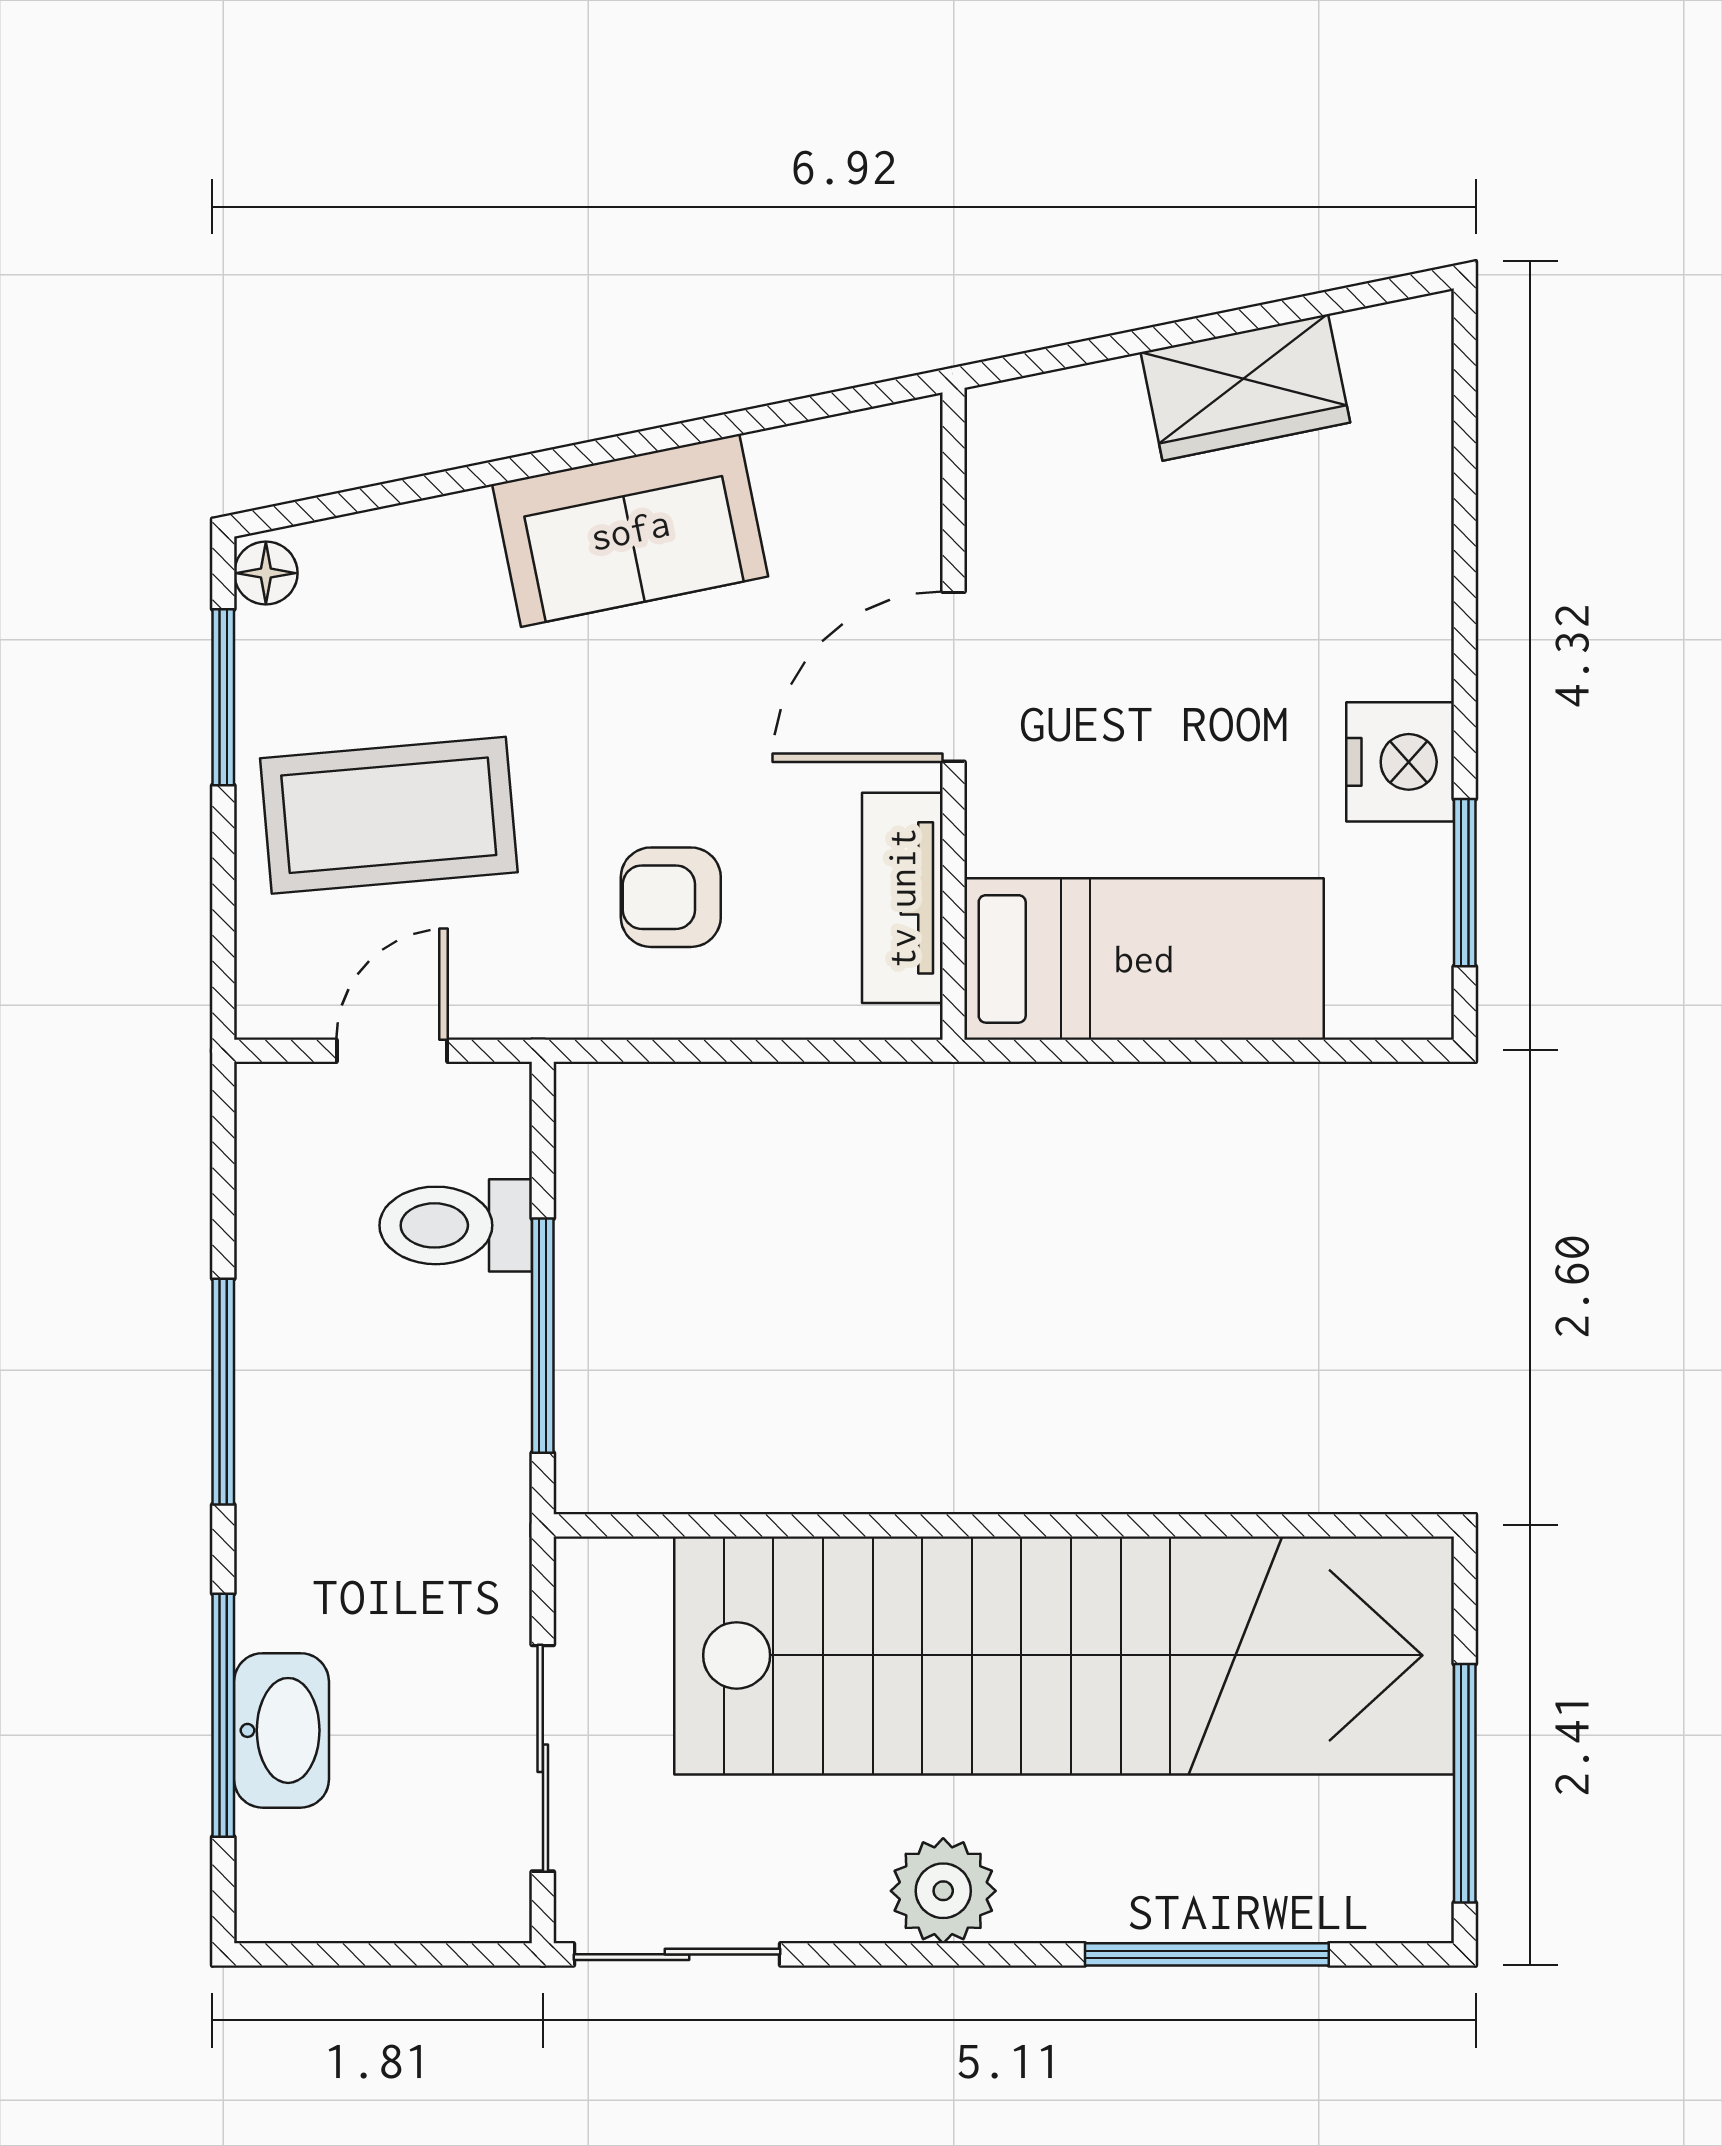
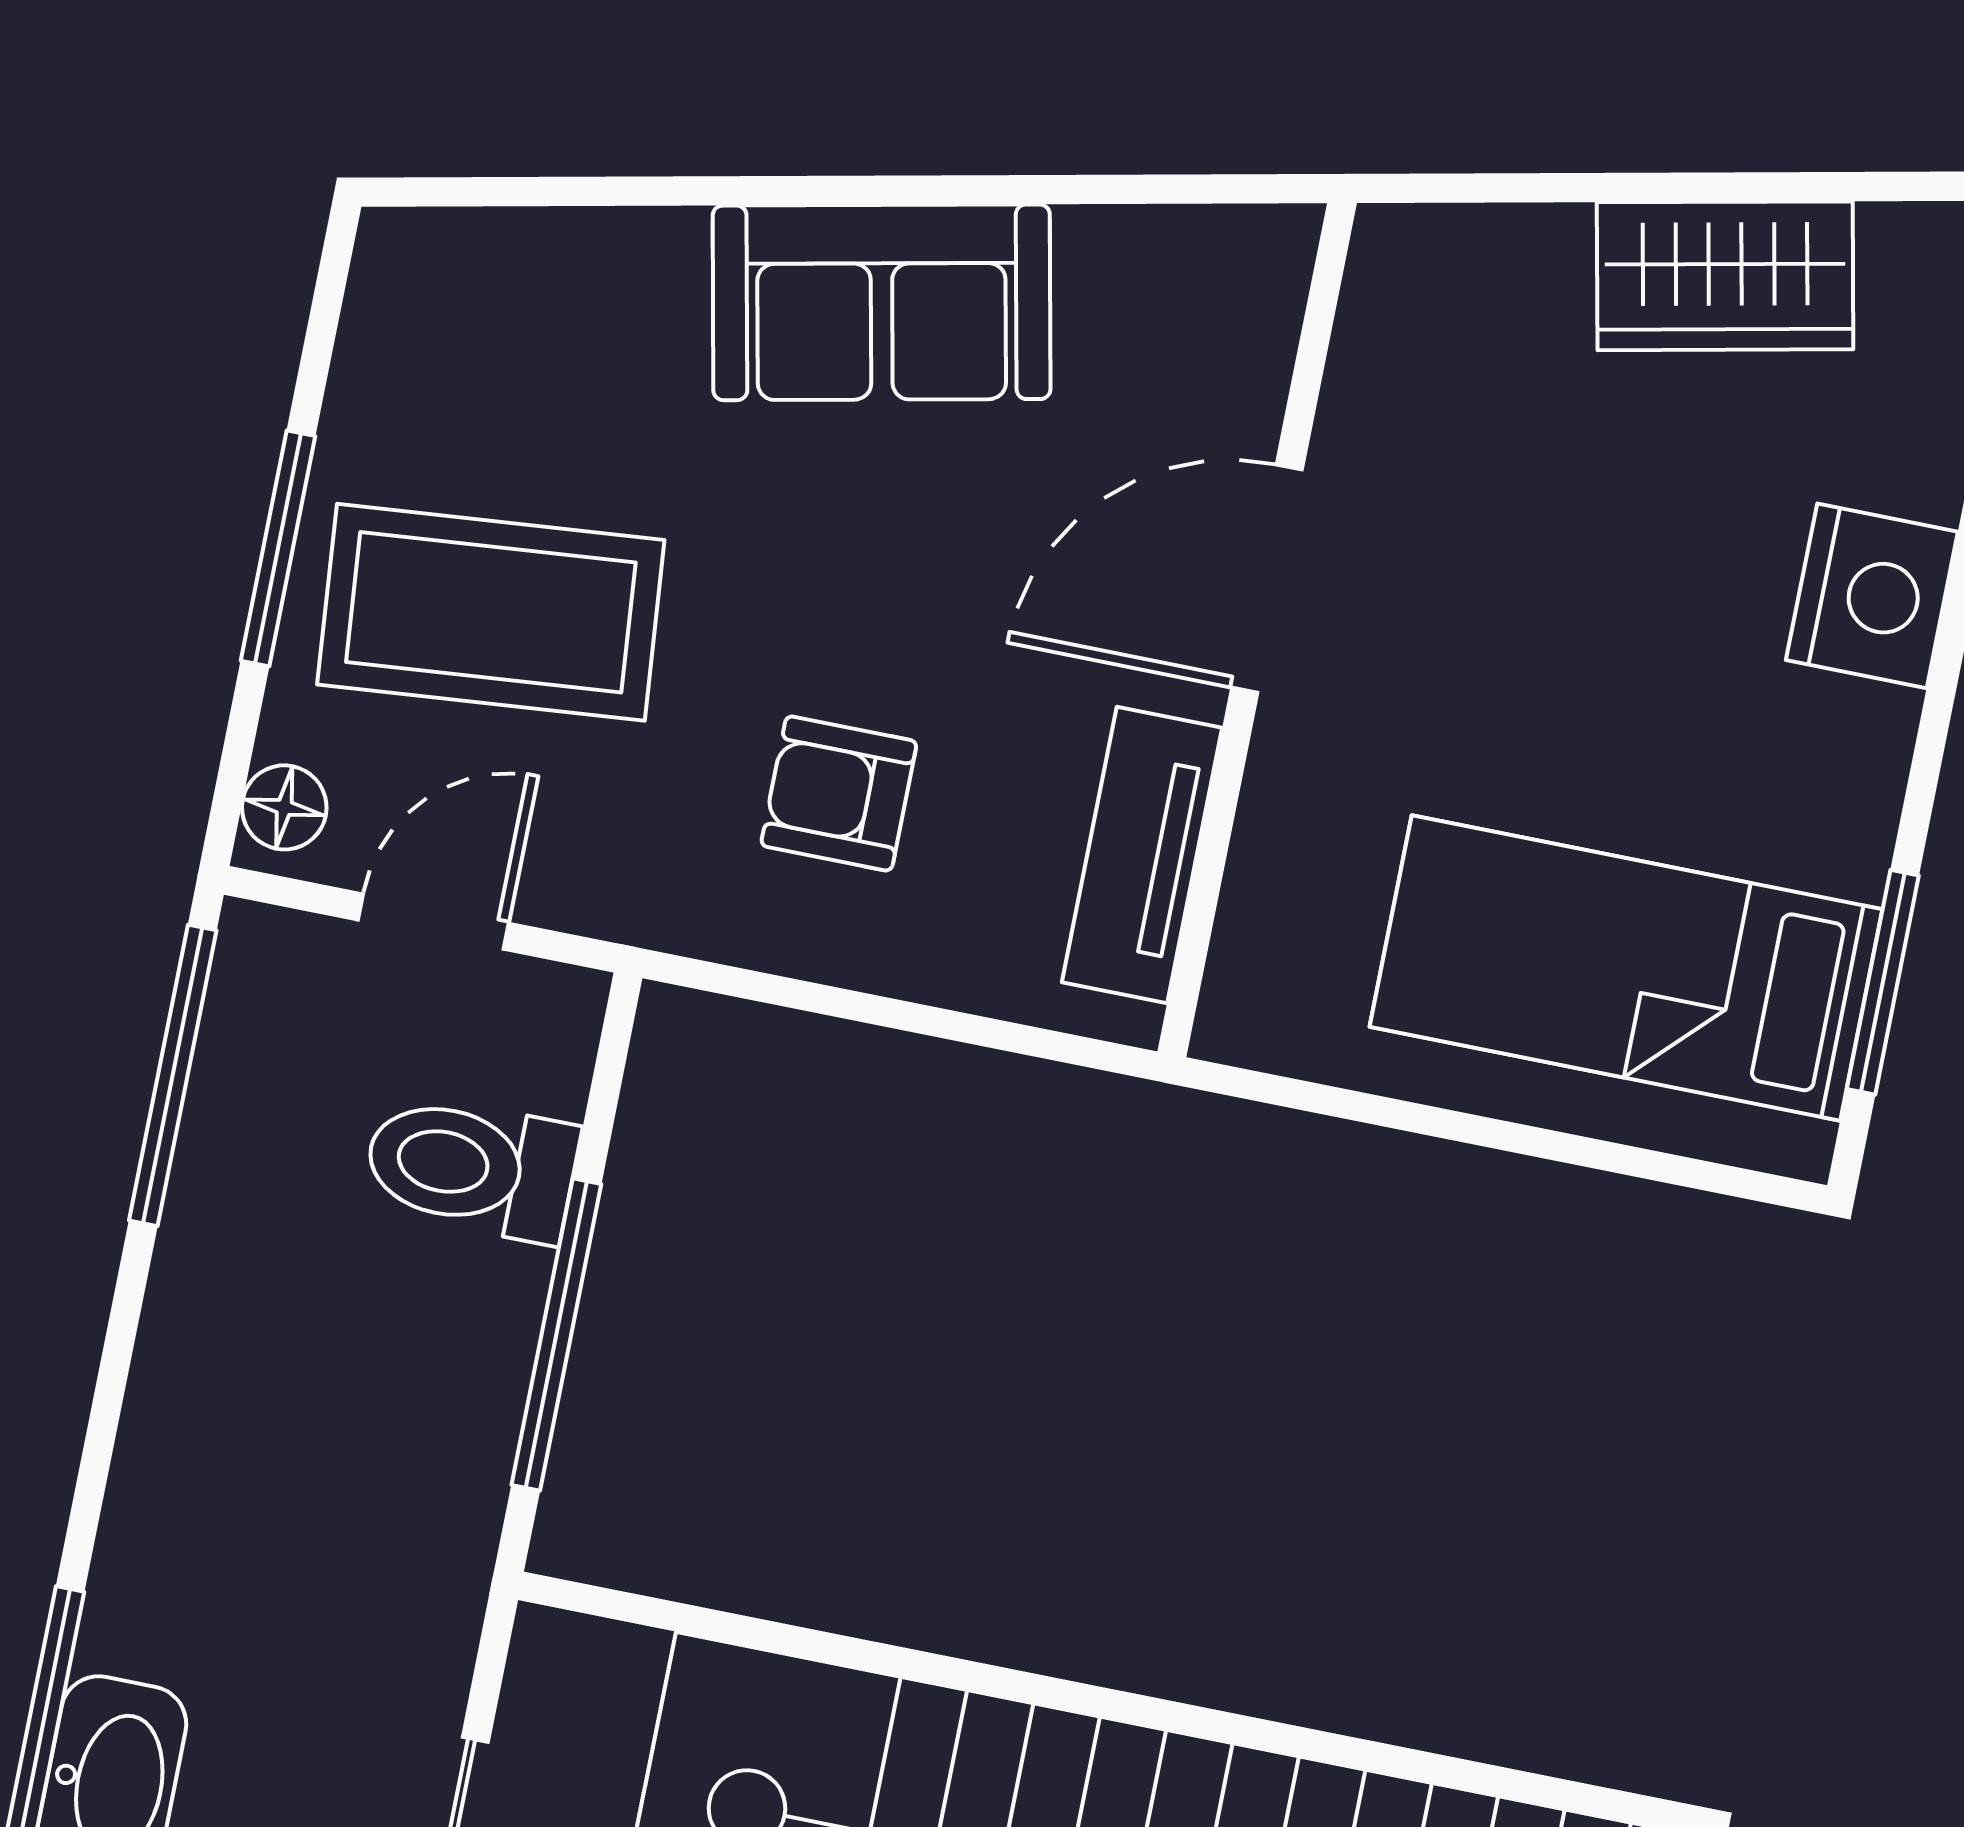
floor lamp: (266, 573) -> (284, 807), moved
window: (223, 697) -> (278, 548), moved
nightstand: (1400, 762) -> (1872, 596), moved
bed: (1144, 959) -> (1626, 968), moved, turned 180
window: (223, 1392) -> (173, 1075), moved

